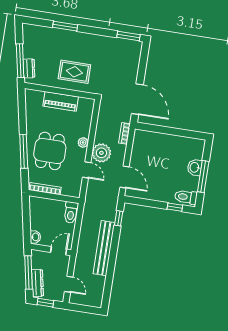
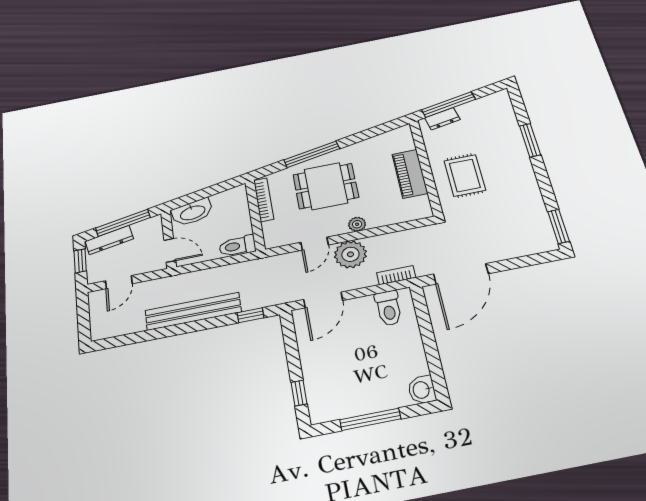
washbasin: (195, 167) -> (422, 390), moved, turned -90
toilet: (186, 197) -> (389, 308), moved, turned 180
washbasin: (35, 237) -> (192, 212), width x1.91, depth x1.45

